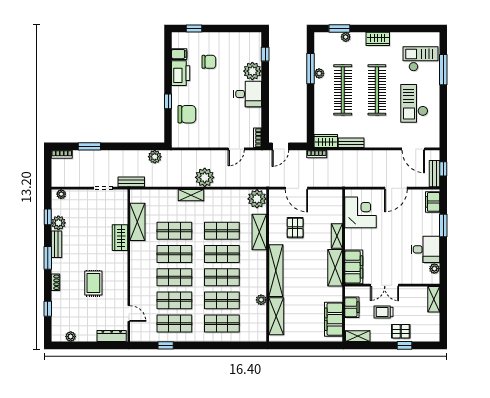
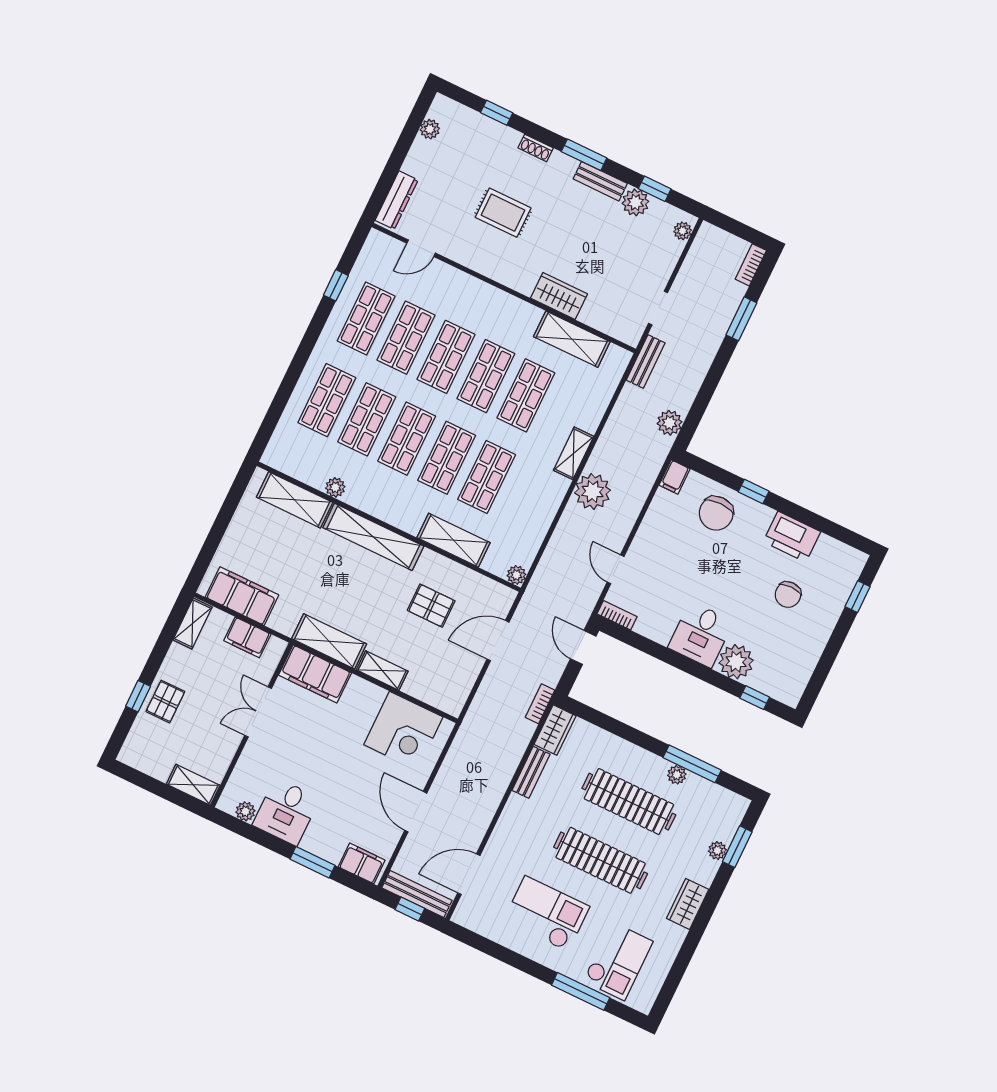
filing cabinet: (179, 54) -> (674, 477), moved
bench: (434, 174) -> (417, 894), width x1.36
plant: (257, 199) -> (516, 575), width x0.53, depth x0.53
trolley: (383, 312) -> (213, 688), removed

